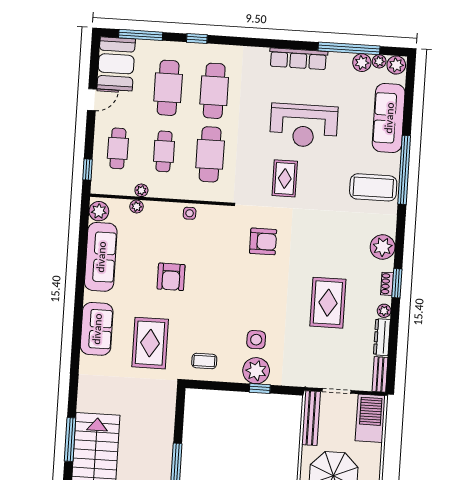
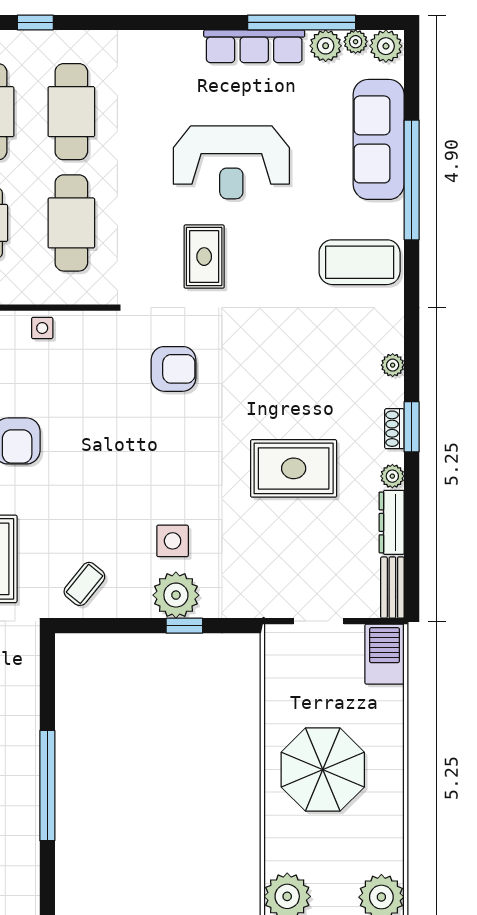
row of seats: (298, 59) -> (254, 46), moved
window: (404, 170) -> (412, 180), moved
plant: (383, 247) -> (393, 365), width x0.53, depth x0.53
rug: (328, 303) -> (294, 468), turned 90
coffee table: (204, 361) -> (84, 584), turned -51
bench: (311, 418) -> (277, 672), removed
barbecue: (370, 418) -> (385, 654), width x0.73, depth x0.83

